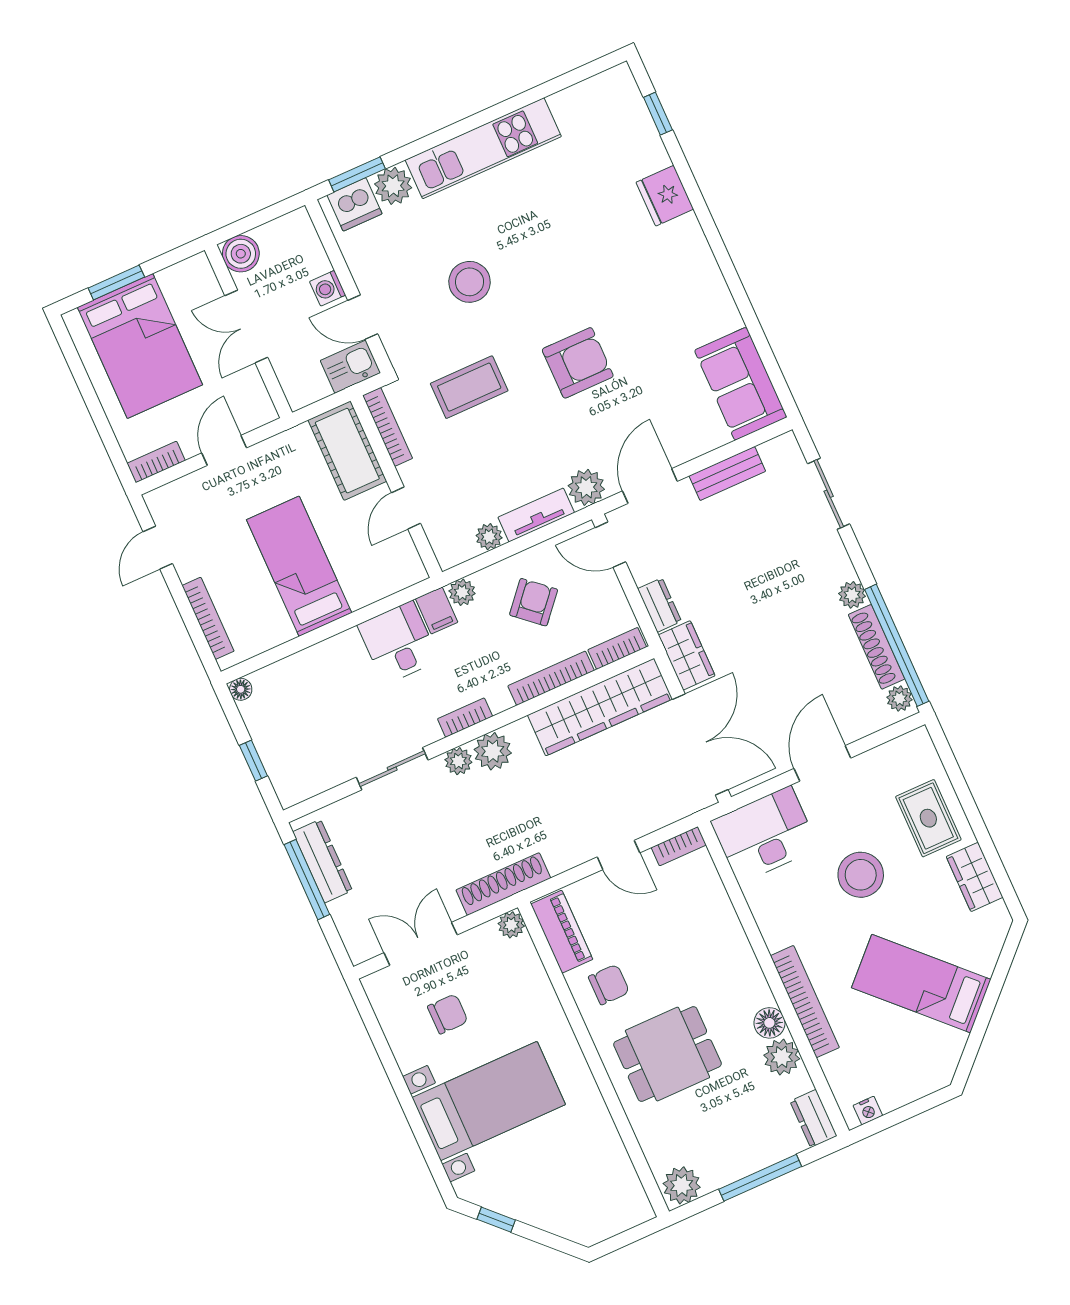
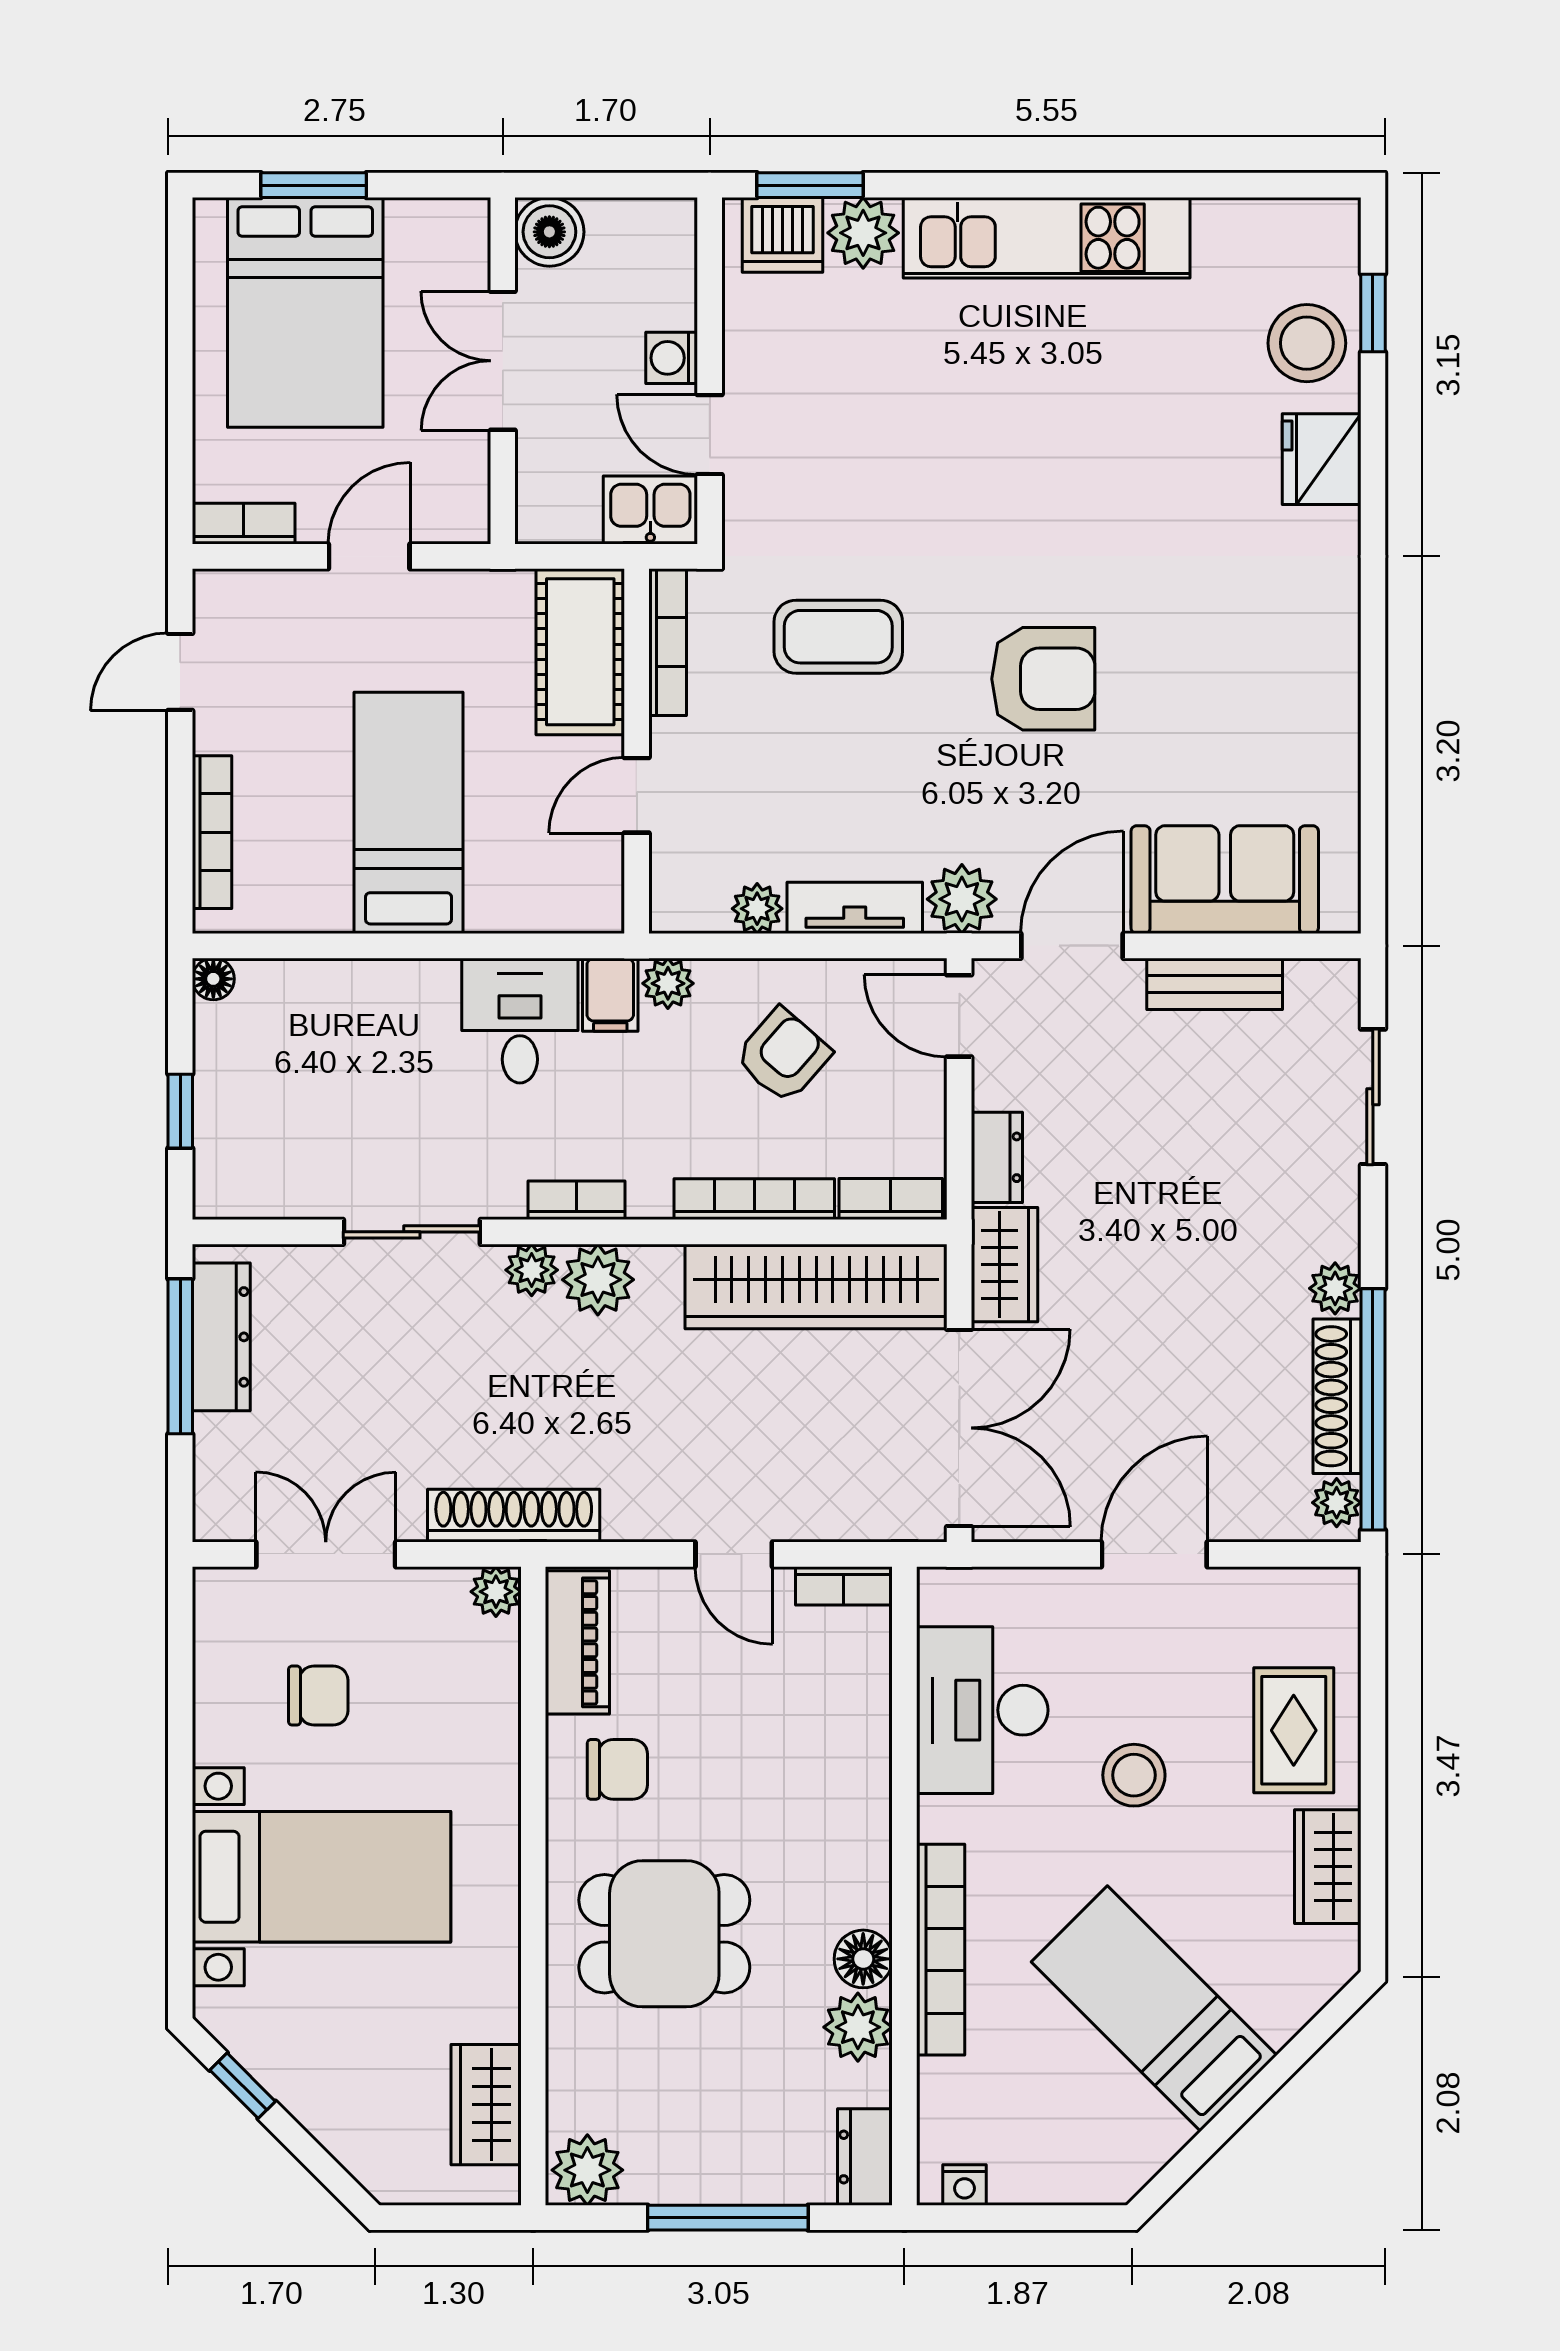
stool: (470, 282) -> (1307, 343), moved
sofa: (741, 384) -> (1225, 880), moved, turned 90
desk: (765, 835) -> (982, 1710), moved, turned -90
stool: (861, 875) -> (1134, 1775), width x0.73, depth x0.73
wardrobe: (618, 1176) -> (486, 2105), added

